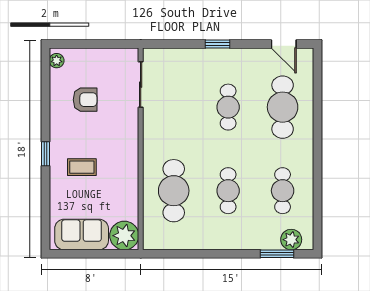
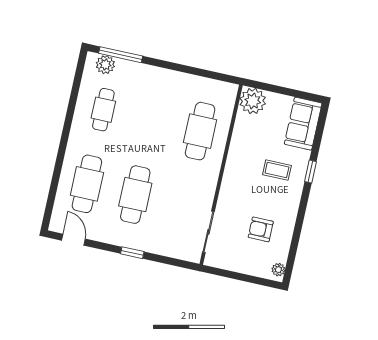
cafe table: (228, 107) -> (135, 195), width x1.37, depth x1.35
window: (45, 154) -> (311, 172), moved
cafe table: (228, 191) -> (152, 120), removed
sofa: (82, 235) -> (303, 124), moved, turned 90
window: (277, 254) -> (121, 55), width x1.44

